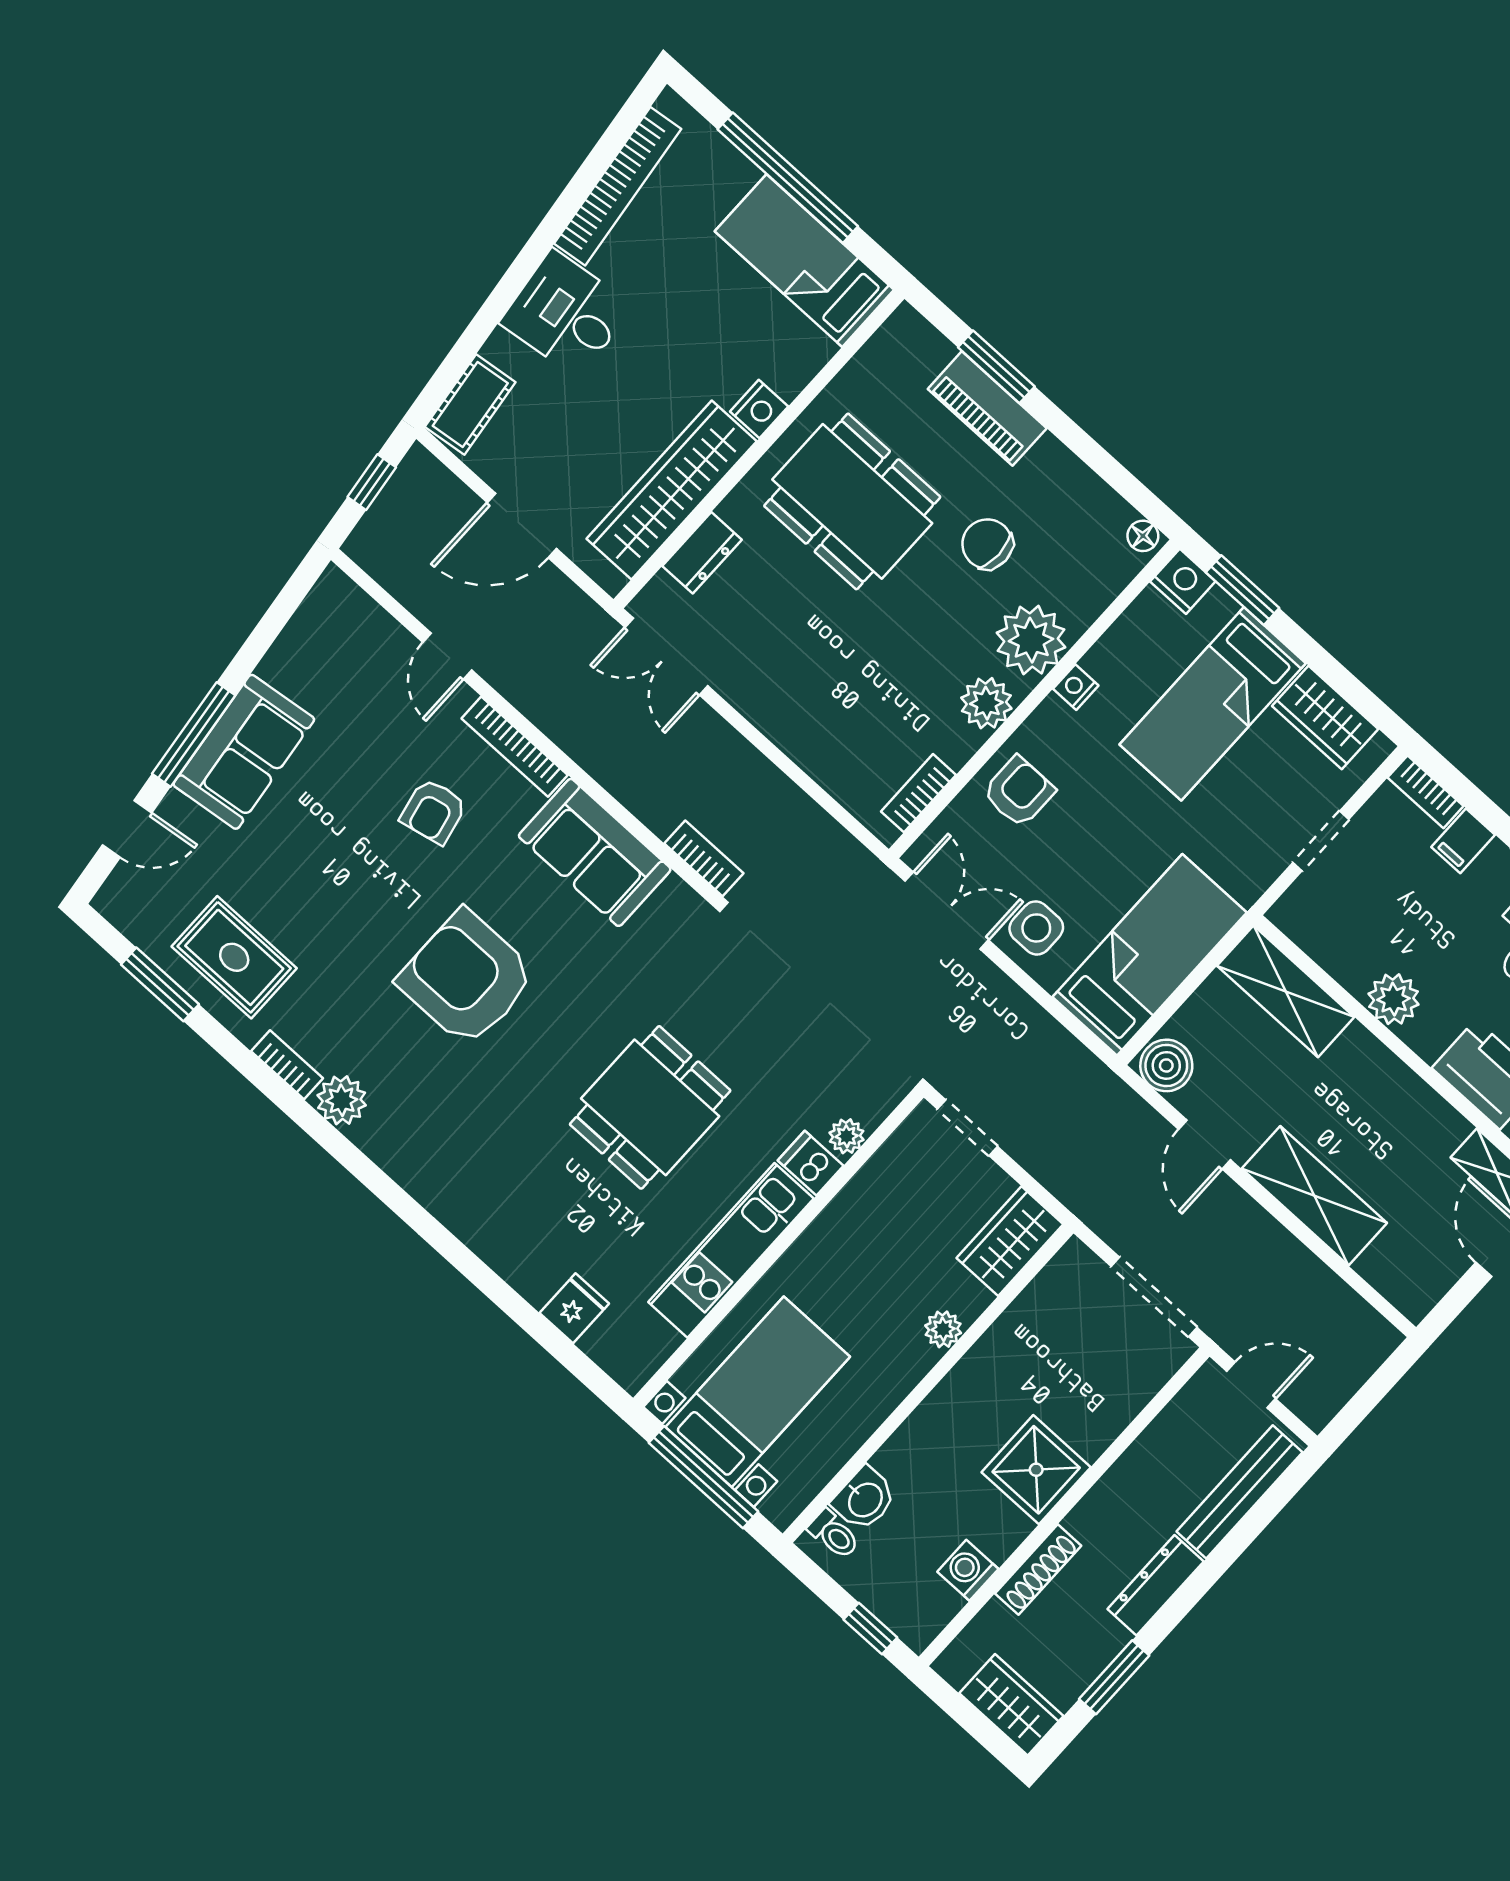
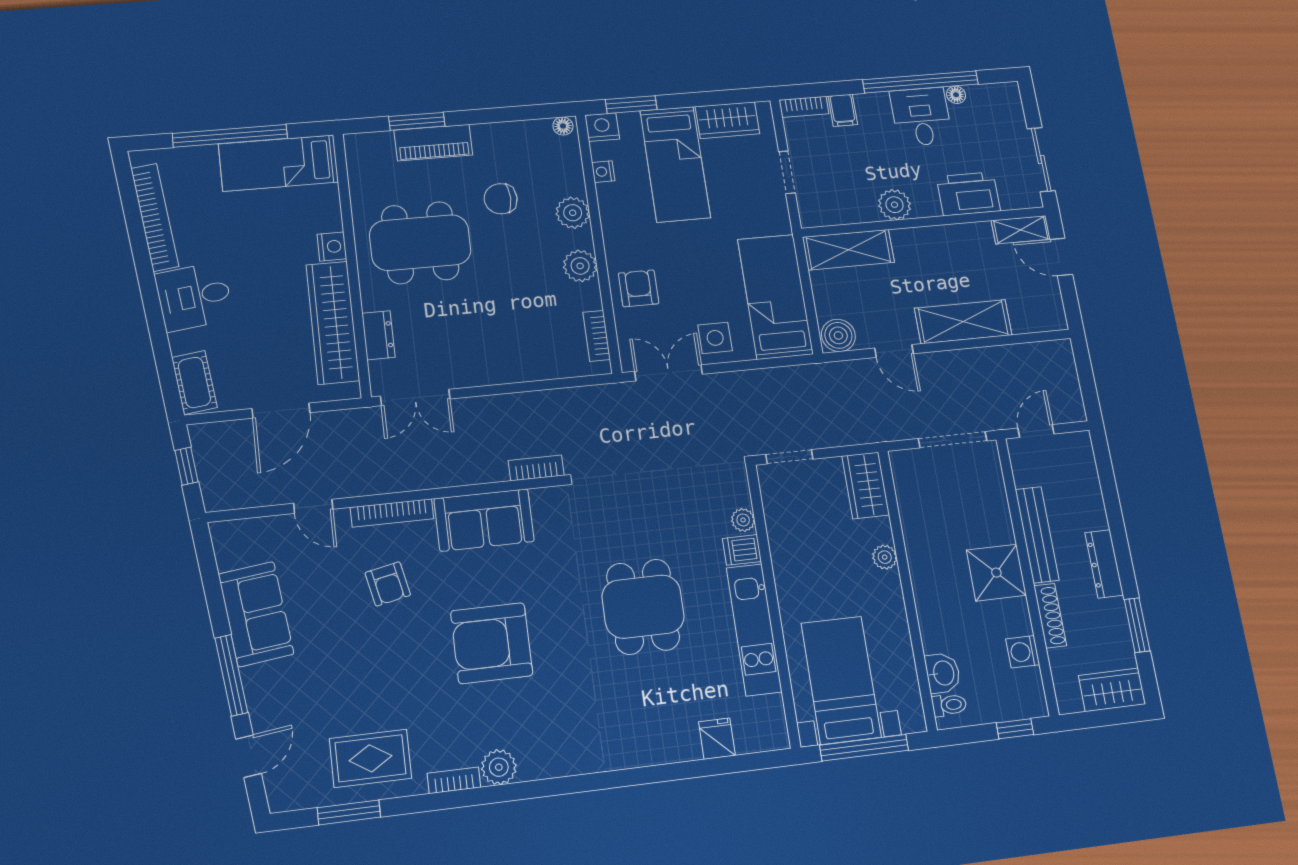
plant: (1031, 640) -> (573, 213), width x0.73, depth x0.73
nightstand: (1076, 687) -> (603, 172), moved
sofa: (244, 752) -> (256, 614), moved
bench: (1240, 1492) -> (1037, 535), moved

